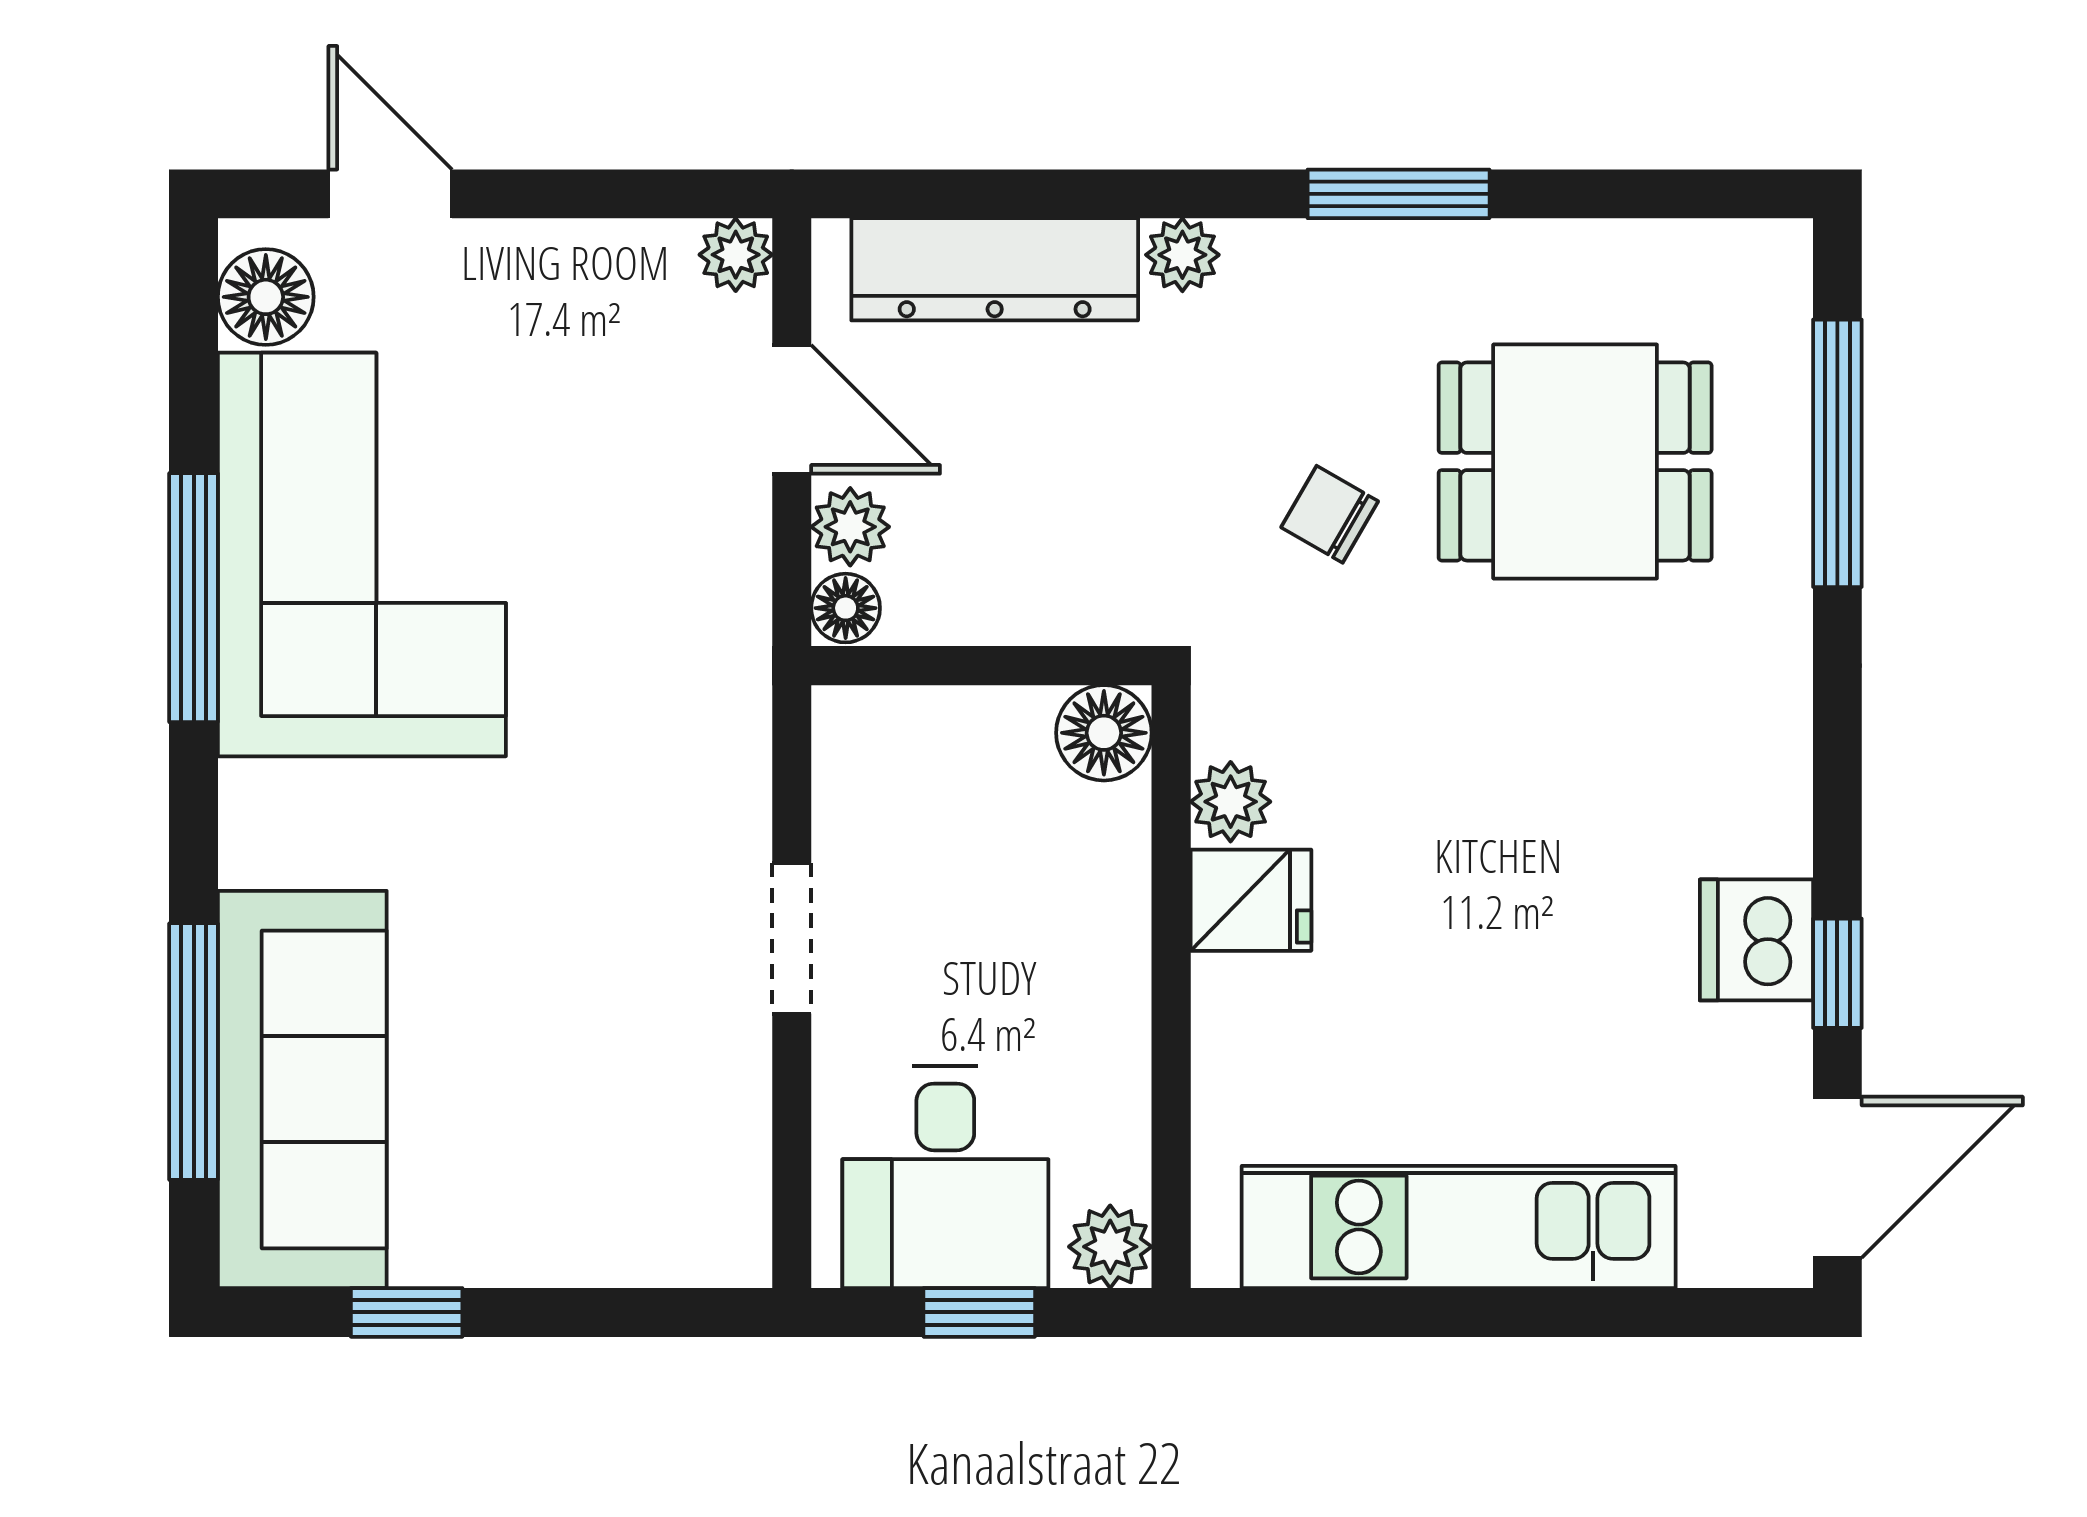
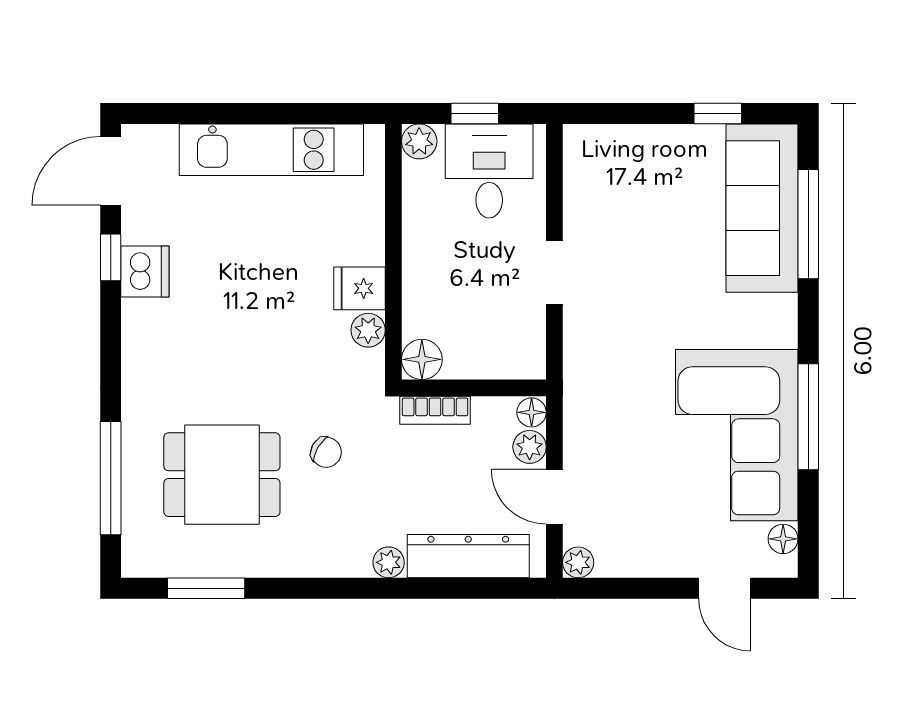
window: (1399, 194) -> (206, 588), moved
floor lamp: (266, 297) -> (783, 539), width x0.73, depth x0.73
bookcase: (1073, 613) -> (435, 410), added

